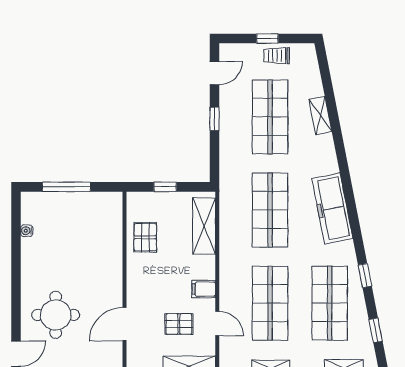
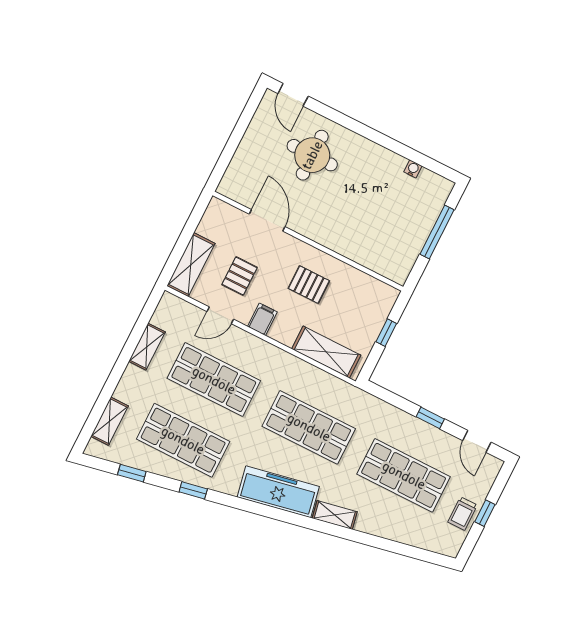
trolley: (277, 56) -> (463, 514), turned 180
shelving: (320, 115) -> (335, 515), moved
pallet: (145, 237) -> (309, 285), moved

